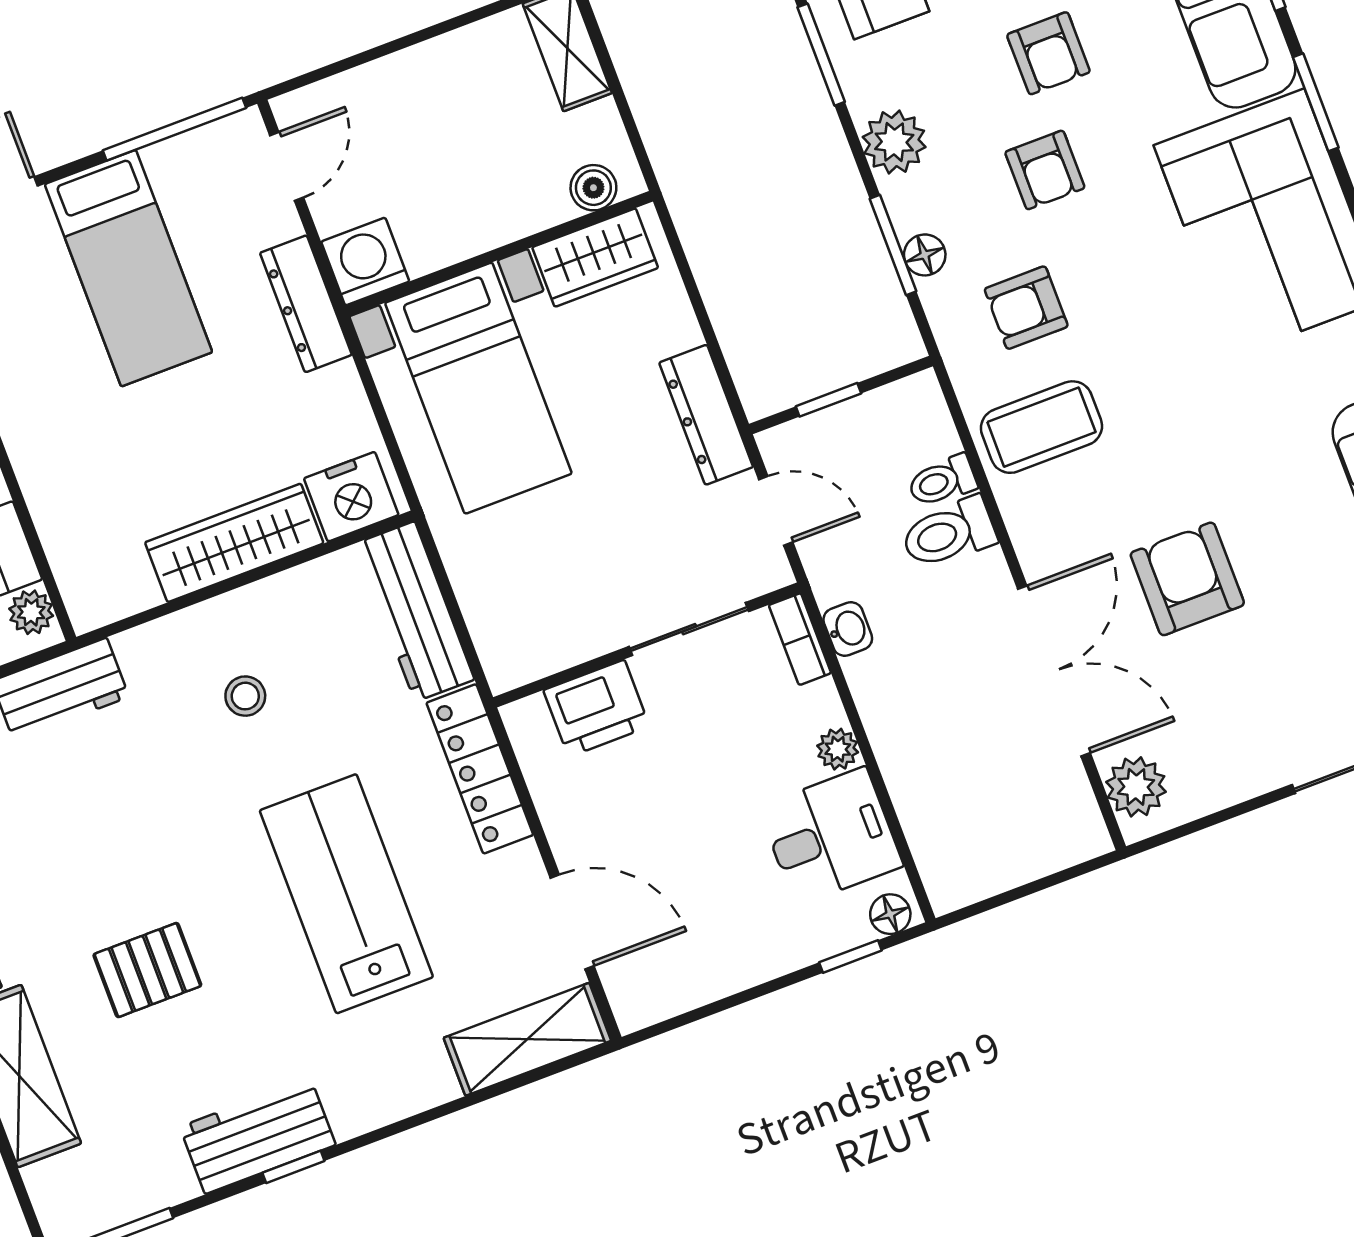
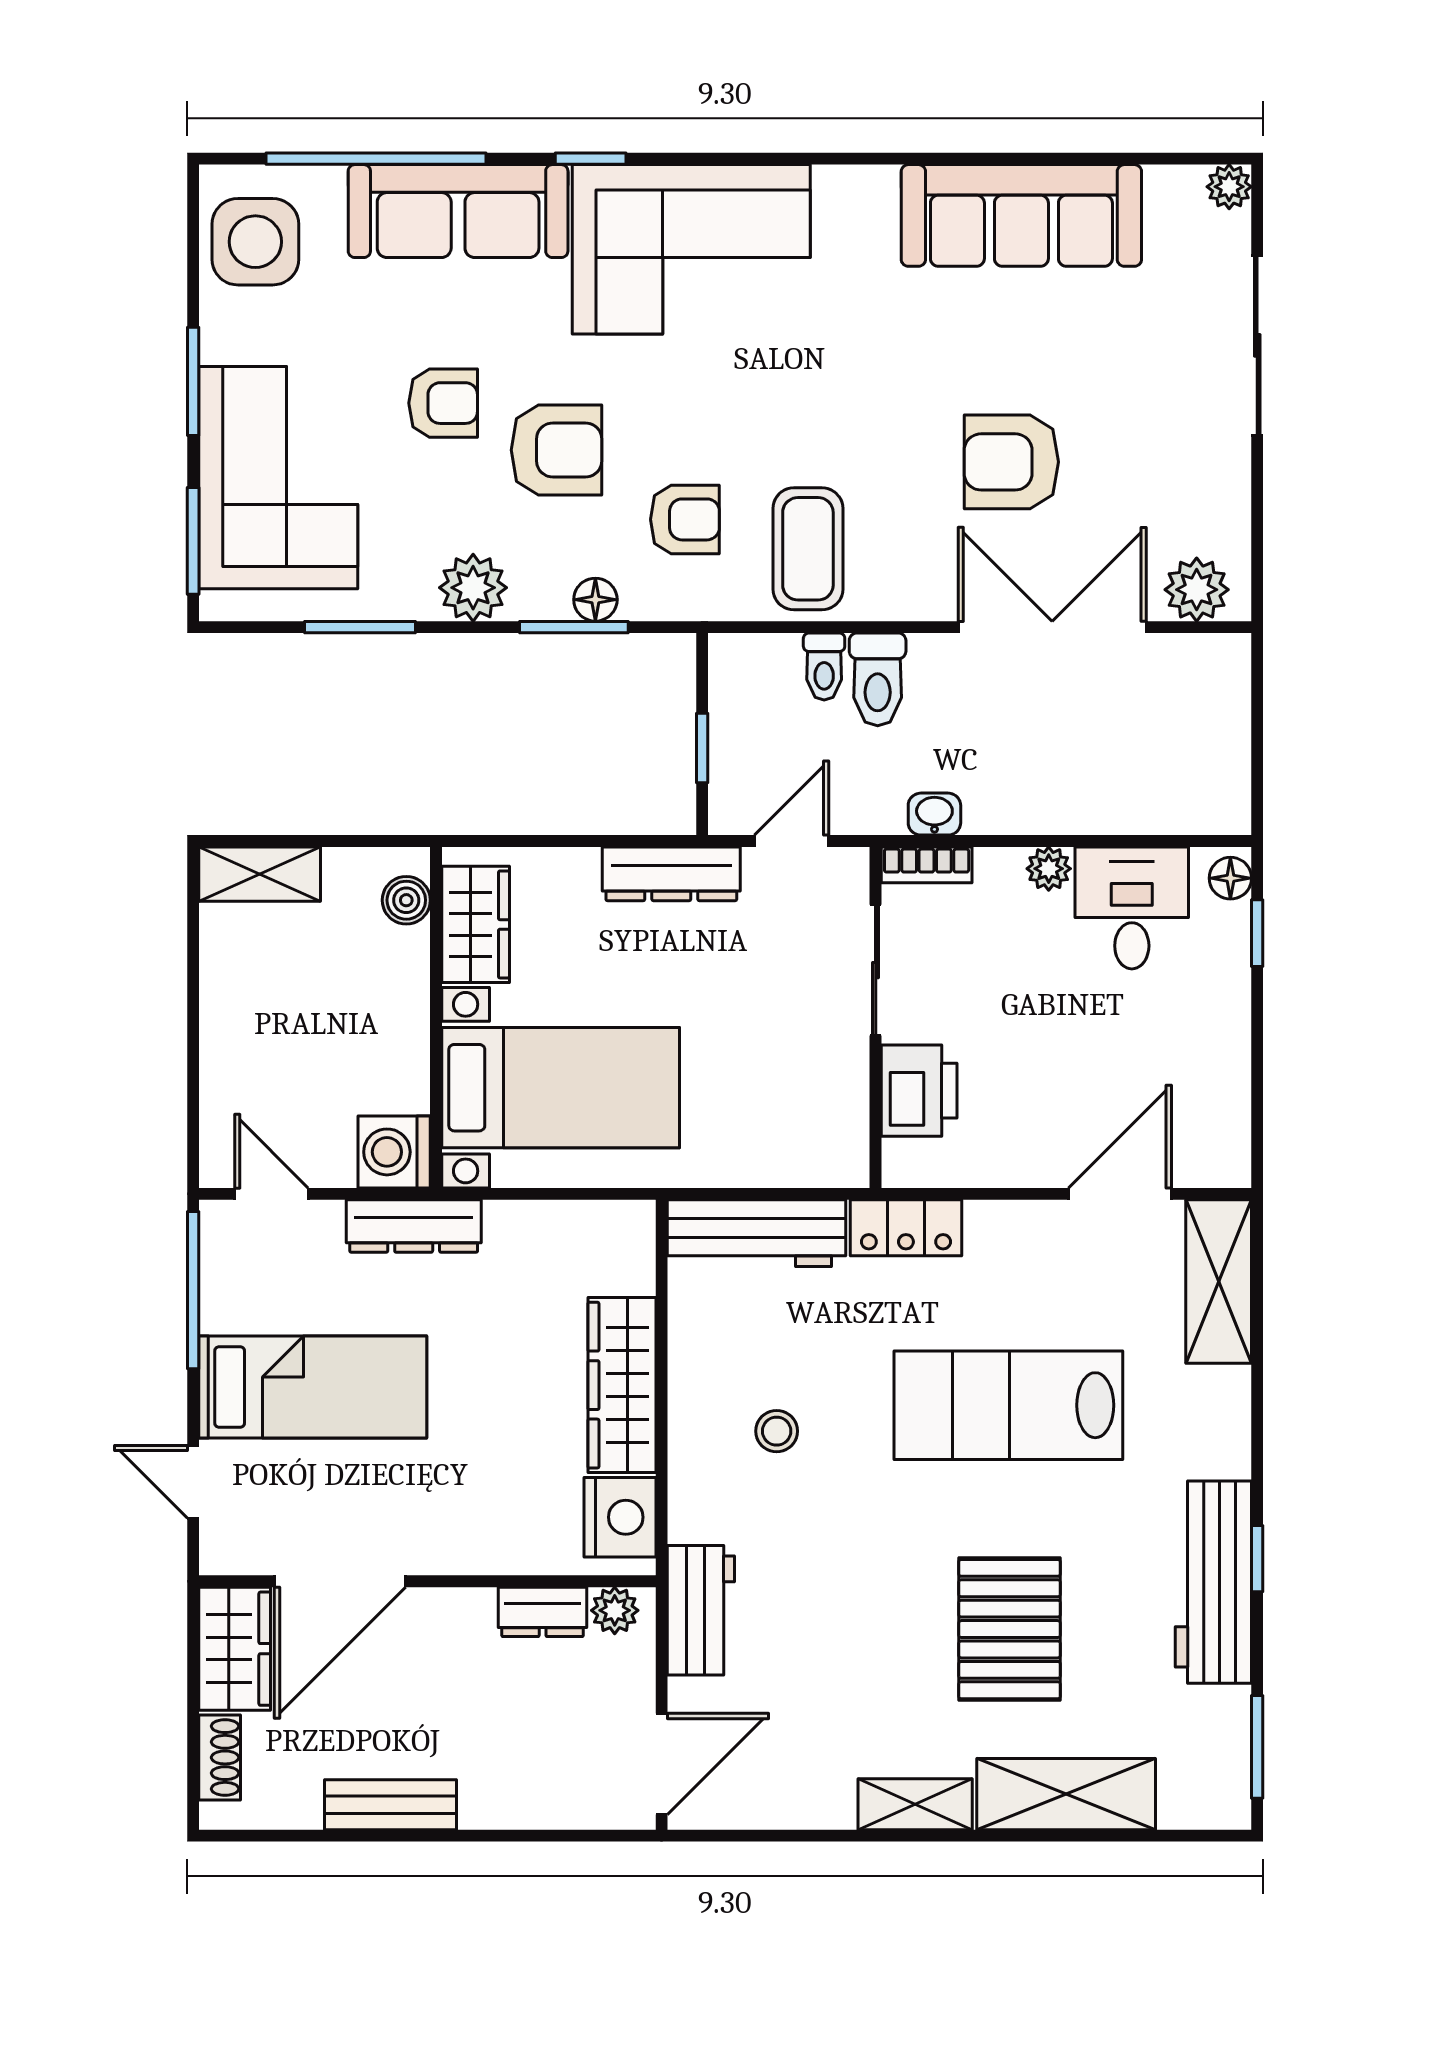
window: (1316, 102) -> (591, 159), width x0.67
armchair: (1045, 170) -> (556, 450), width x1.38, depth x1.38
armchair: (1026, 308) -> (685, 519), turned -90
nightstand: (351, 497) -> (620, 1517), moved
locker: (480, 769) -> (906, 1228), width x0.66
pallet: (147, 970) -> (1009, 1629), width x1.50, depth x1.42
workbench: (258, 1136) -> (1213, 1582), width x1.38

